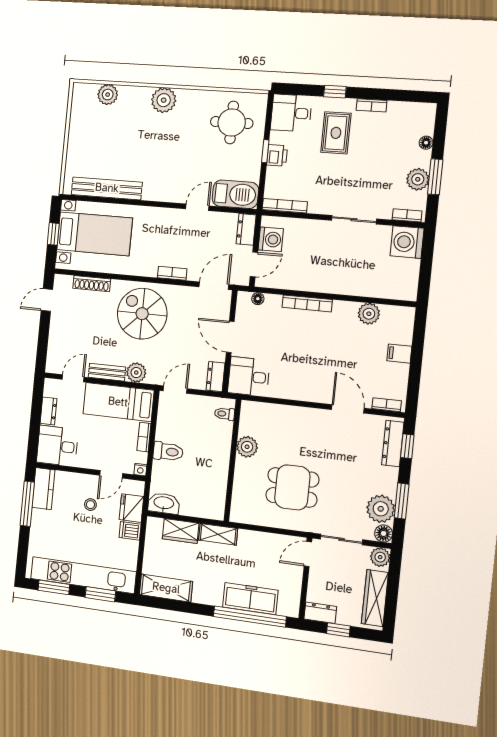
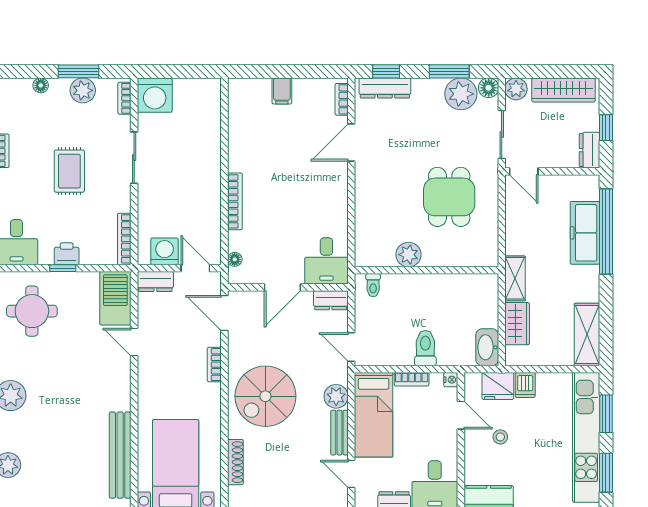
rug: (336, 133) -> (69, 171), moved, turned 90
plant: (369, 314) -> (240, 130), removed

